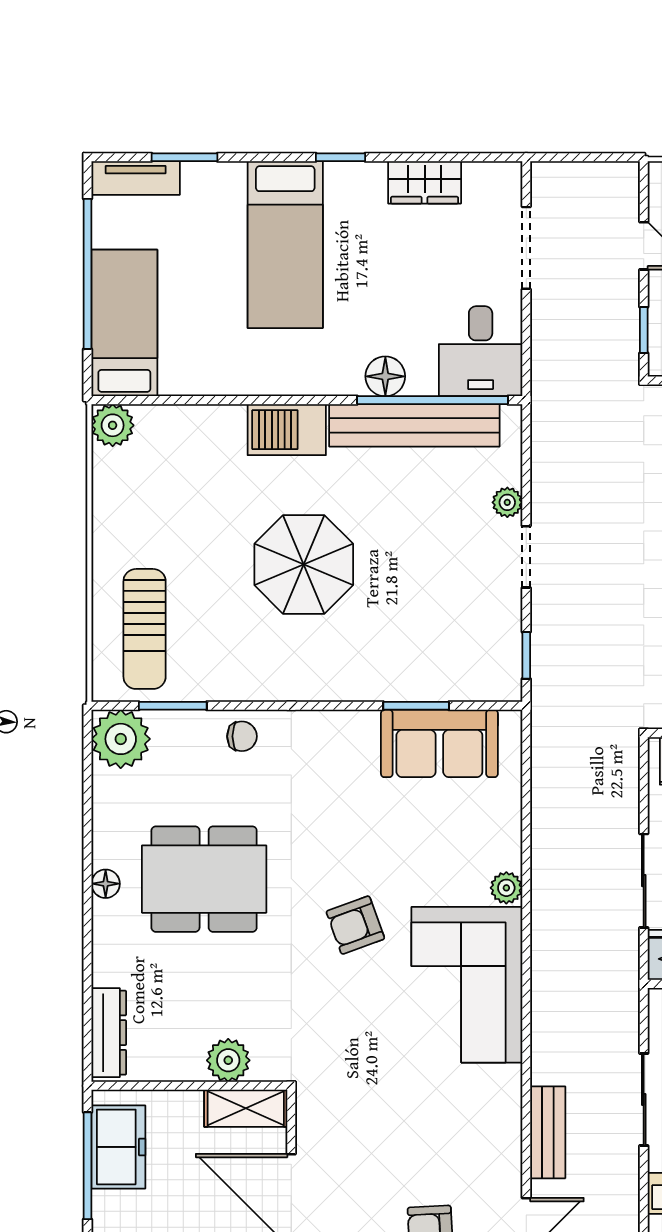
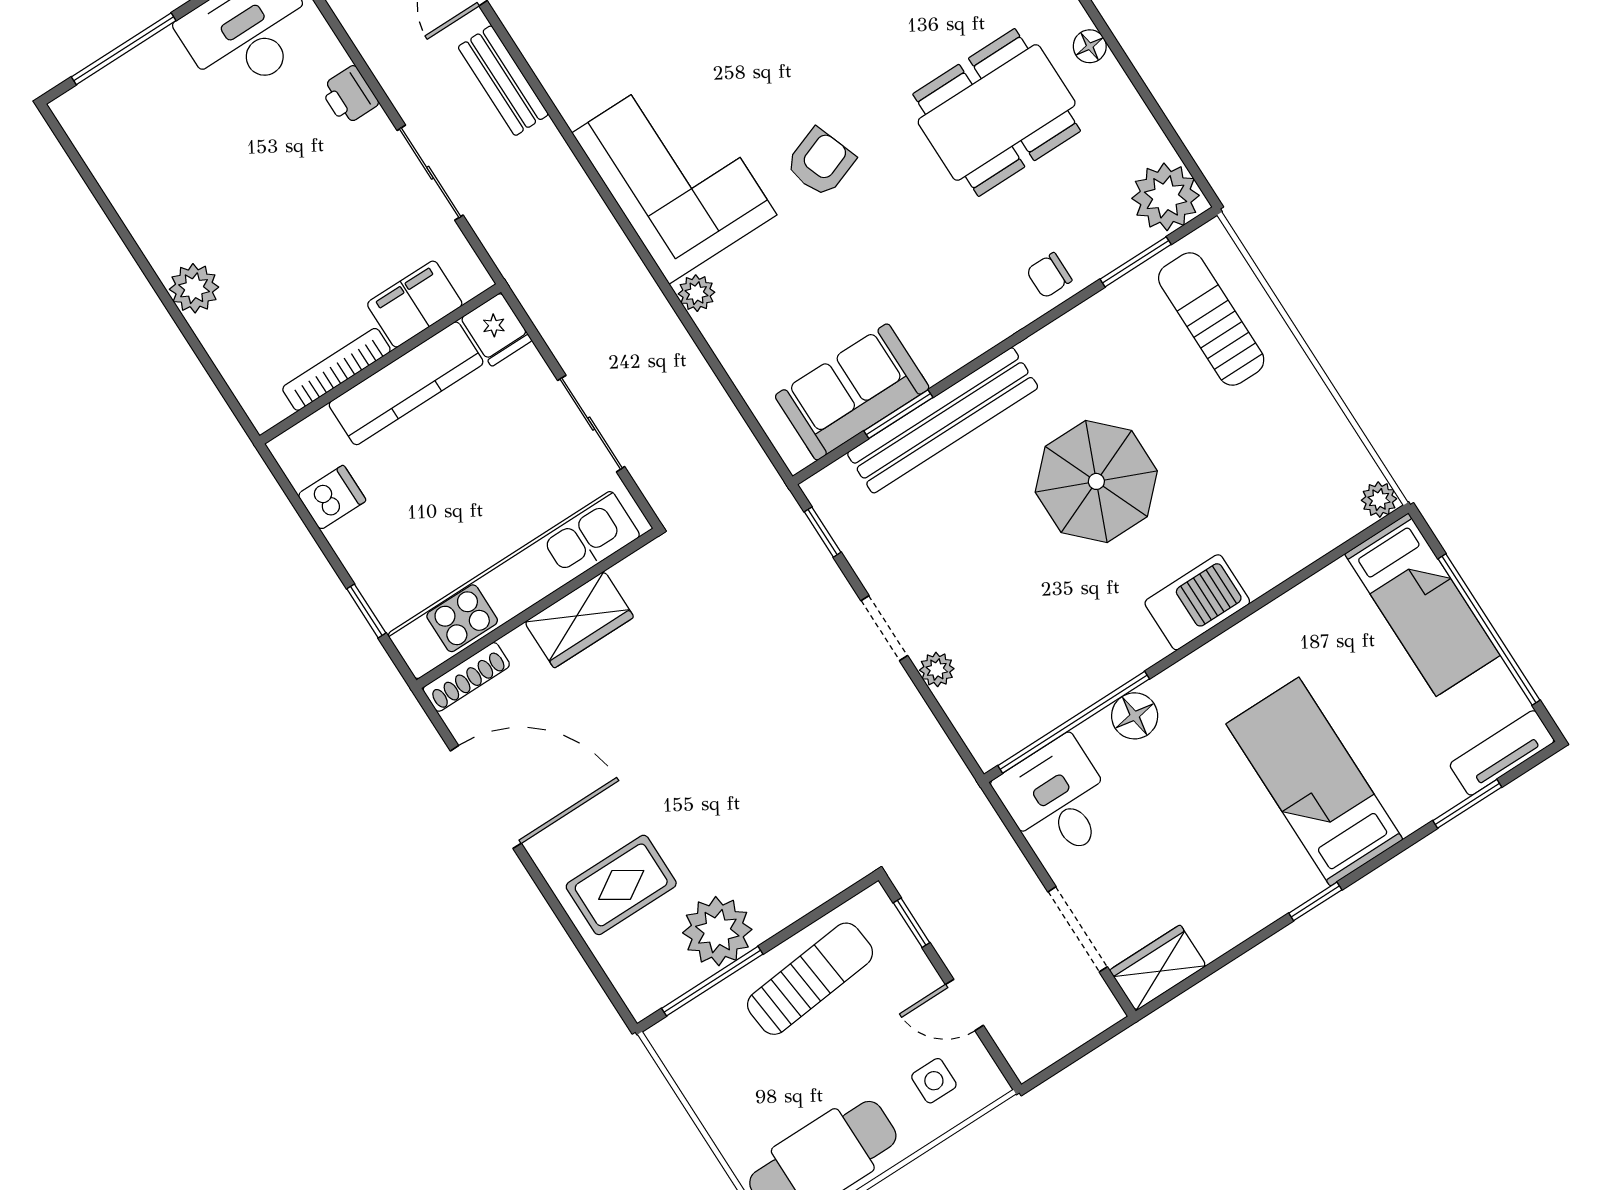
wardrobe: (425, 182) -> (1158, 968), moved
plant: (113, 425) -> (1379, 500), width x0.73, depth x0.73
bench: (414, 425) -> (943, 420), moved
sliding door: (644, 881) -> (591, 424), moved

